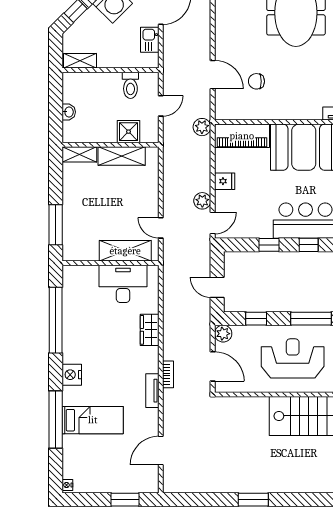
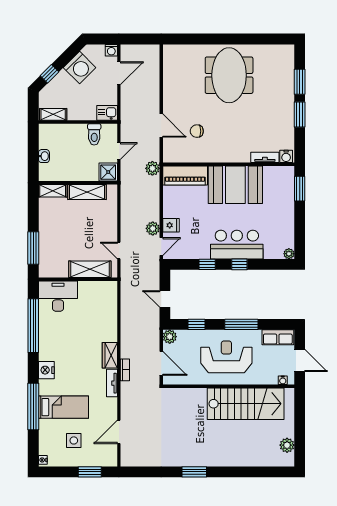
kitchen sink: (150, 40) -> (107, 113), moved, turned 90
shower: (129, 132) -> (108, 172), moved
fridge: (225, 181) -> (171, 225), moved
desk: (123, 284) -> (58, 296), moved
wardrobe: (150, 330) -> (110, 355), moved
side table: (105, 461) -> (74, 440), added

